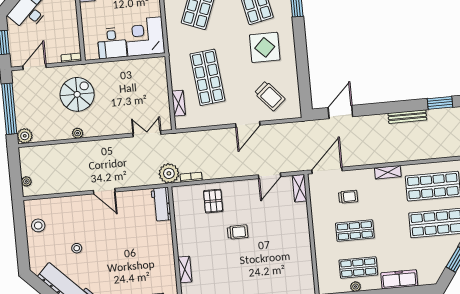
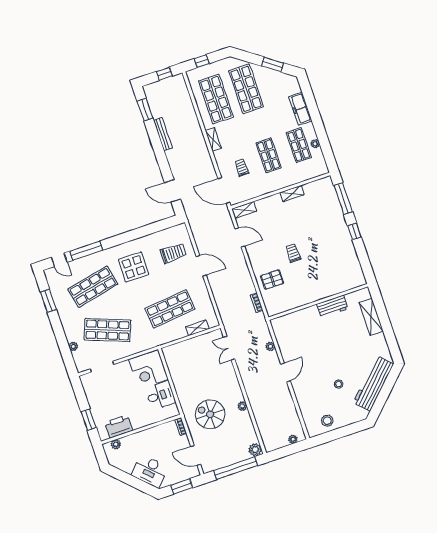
trolley: (270, 96) -> (173, 253), turned 41
plant: (169, 173) -> (270, 346), moved, width x0.53, depth x0.53
workbench: (161, 204) -> (332, 306), moved
shelving: (185, 269) -> (292, 194), moved

